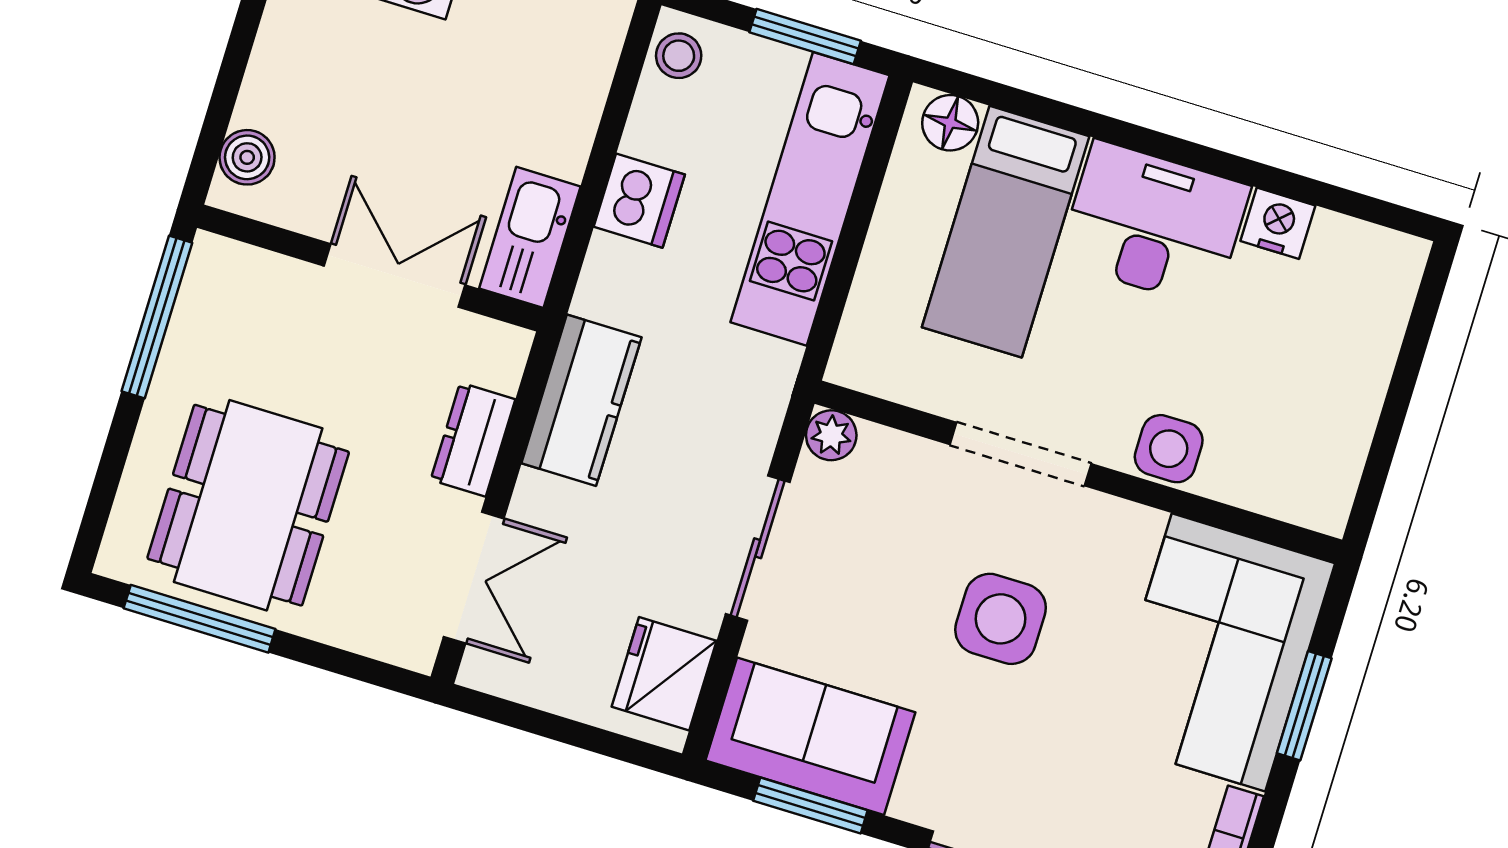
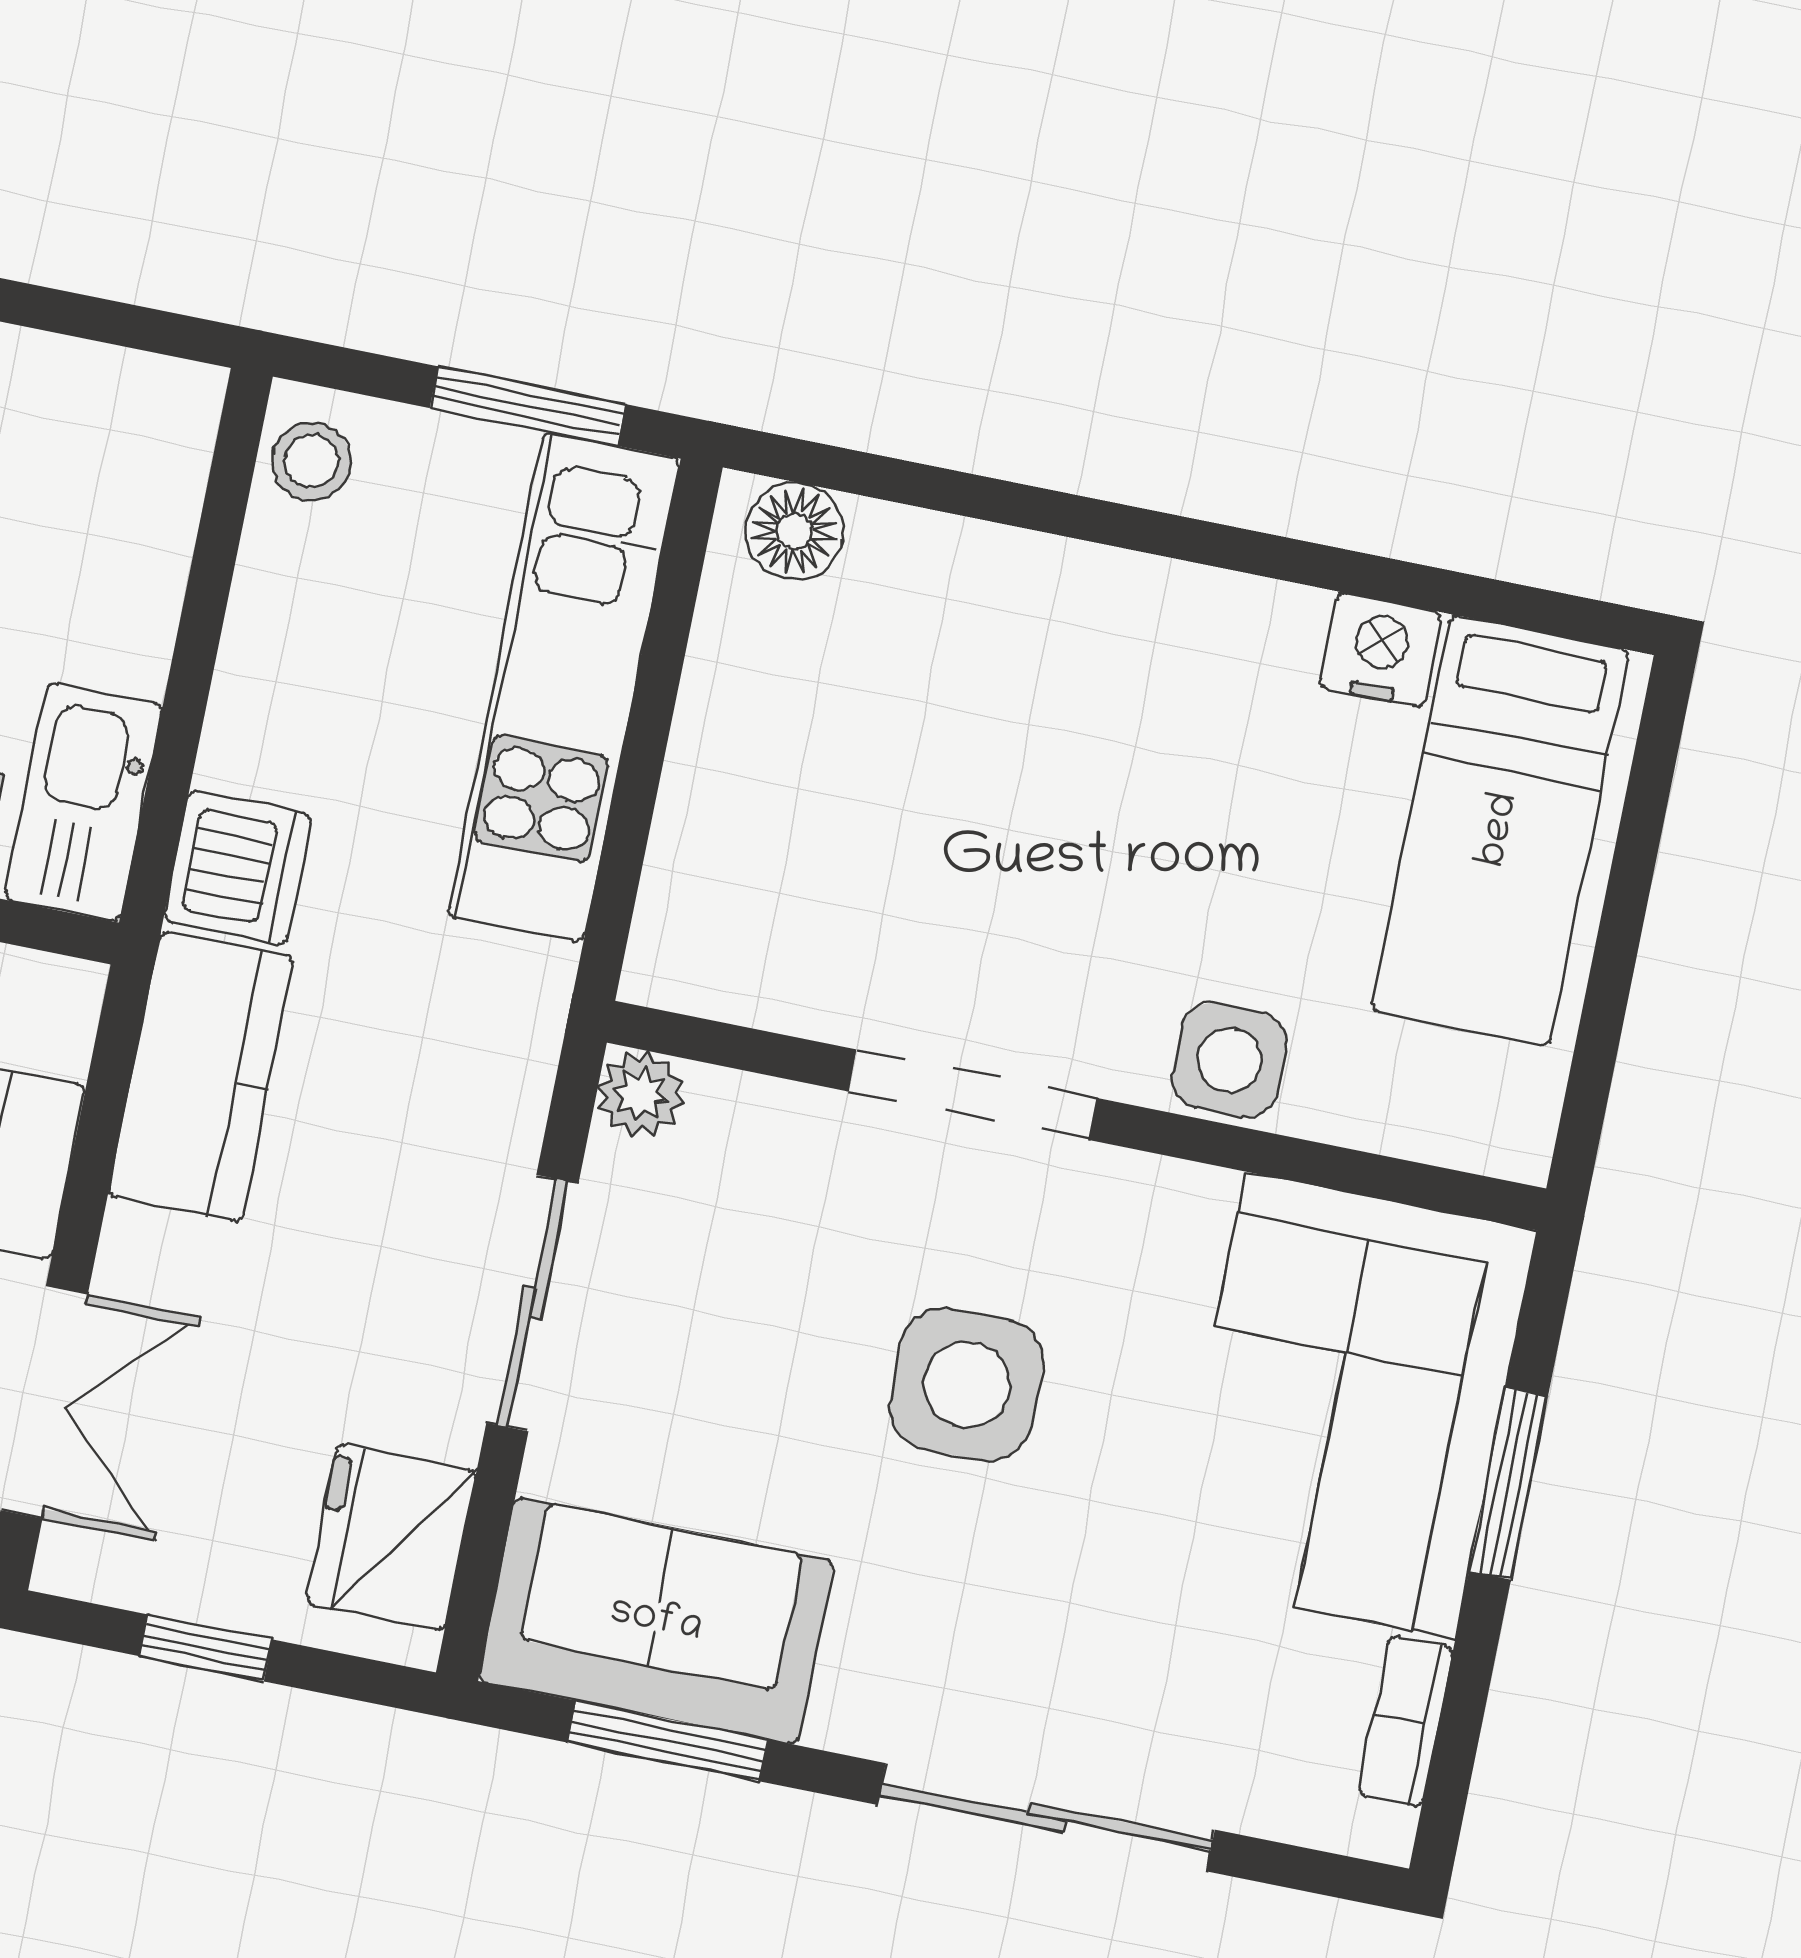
dishwasher: (639, 201) -> (238, 868), moved
desk: (1154, 224) -> (1166, 672), removed
bed: (1006, 232) -> (1500, 830), moved
window: (552, 727) -> (206, 1648), added

